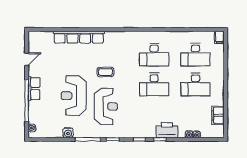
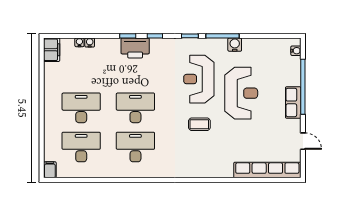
row of seats: (79, 37) -> (267, 170), moved
door: (27, 59) -> (303, 141), swing flipped
filing cabinet: (218, 115) -> (52, 50), moved
printer: (167, 130) -> (135, 48), moved
water cooler: (68, 133) -> (235, 45), moved

